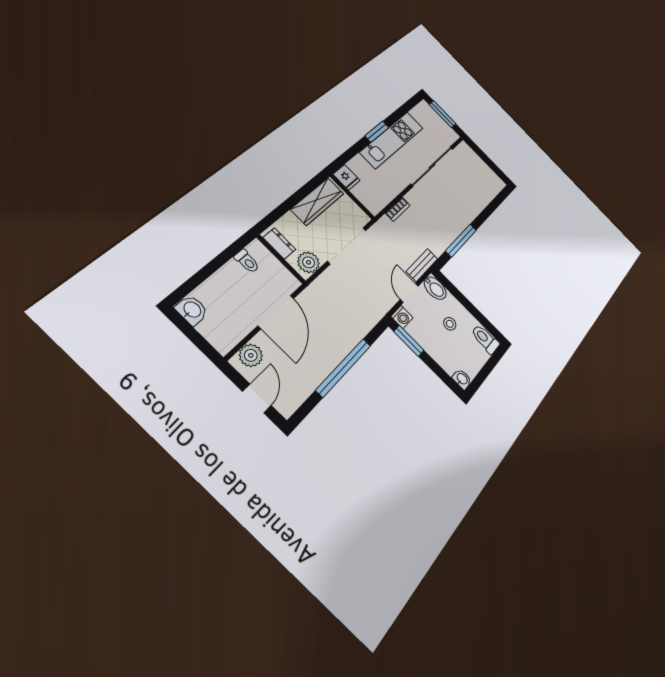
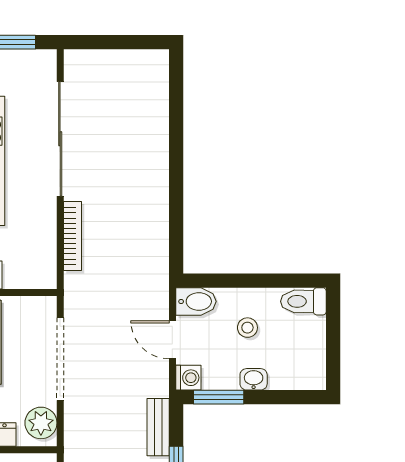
bookcase: (398, 209) -> (73, 236), width x1.56
window: (461, 240) -> (176, 203), removed
bench: (422, 265) -> (158, 427), moved
washbasin: (462, 379) -> (254, 379), moved

